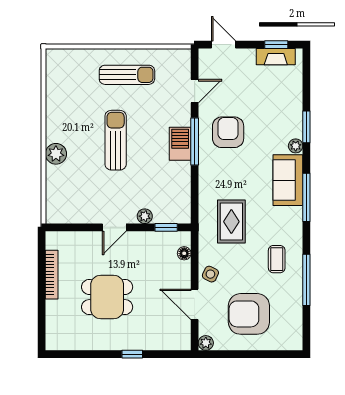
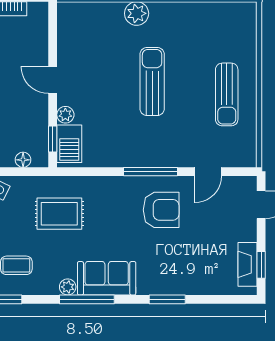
door: (195, 91) -> (208, 172), hinge flipped
sun lounger: (116, 140) -> (152, 82), turned -90
barbecue: (180, 144) -> (69, 144), moved, turned 90
plant: (296, 146) -> (68, 287), moved

